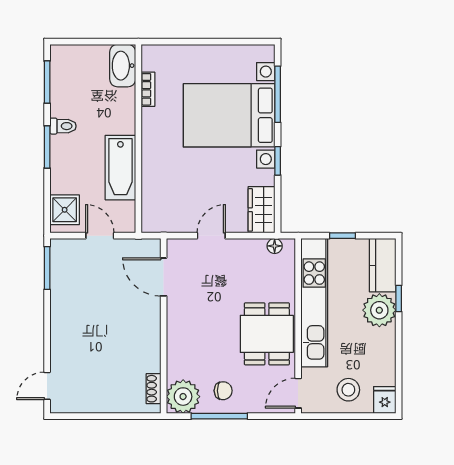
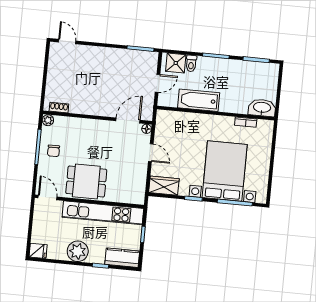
toilet: (63, 126) -> (191, 63), moved
floor lamp: (275, 246) -> (147, 129), moved
plant: (379, 310) -> (78, 251), moved
stool: (348, 390) -> (47, 229), removed
plant: (183, 397) -> (48, 120), width x0.53, depth x0.53

